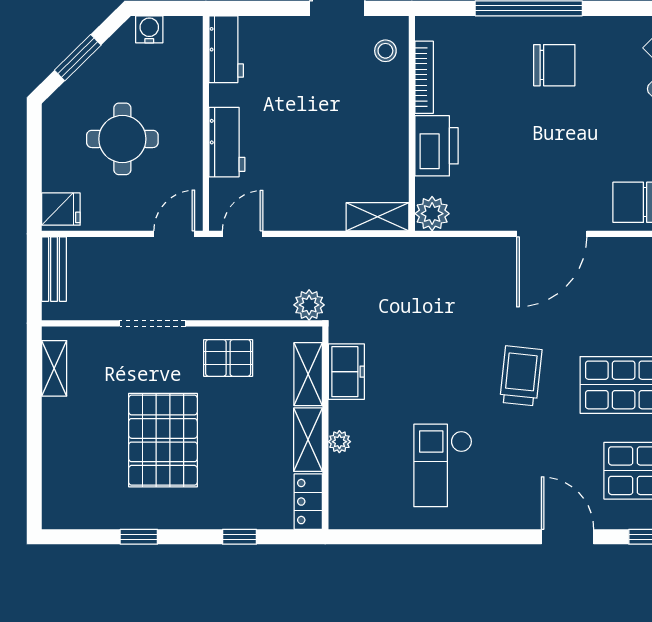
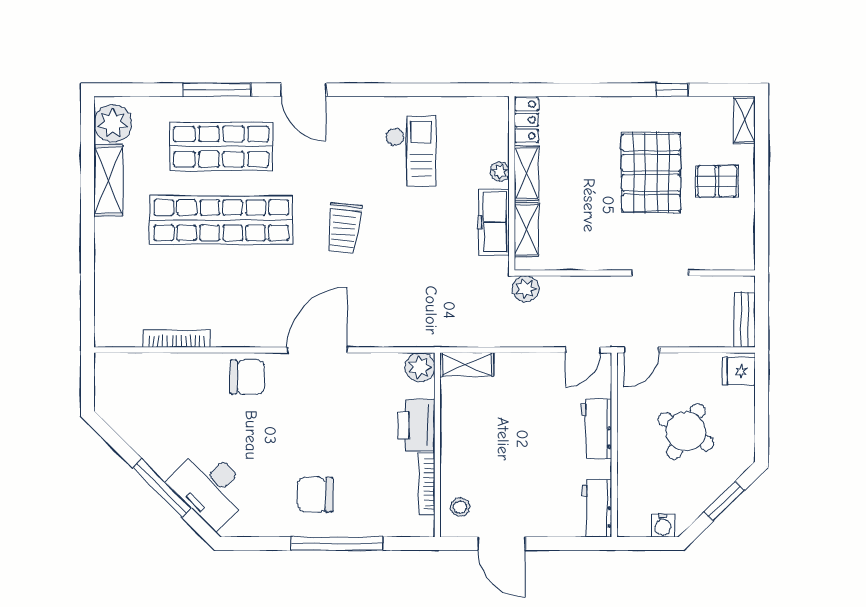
round table: (122, 139) -> (686, 431), turned 30
pallet: (228, 358) -> (717, 181), moved
shelving: (54, 368) -> (745, 120), moved
freezer: (346, 372) -> (494, 222), width x1.40
window: (240, 537) -> (585, 90), removed

